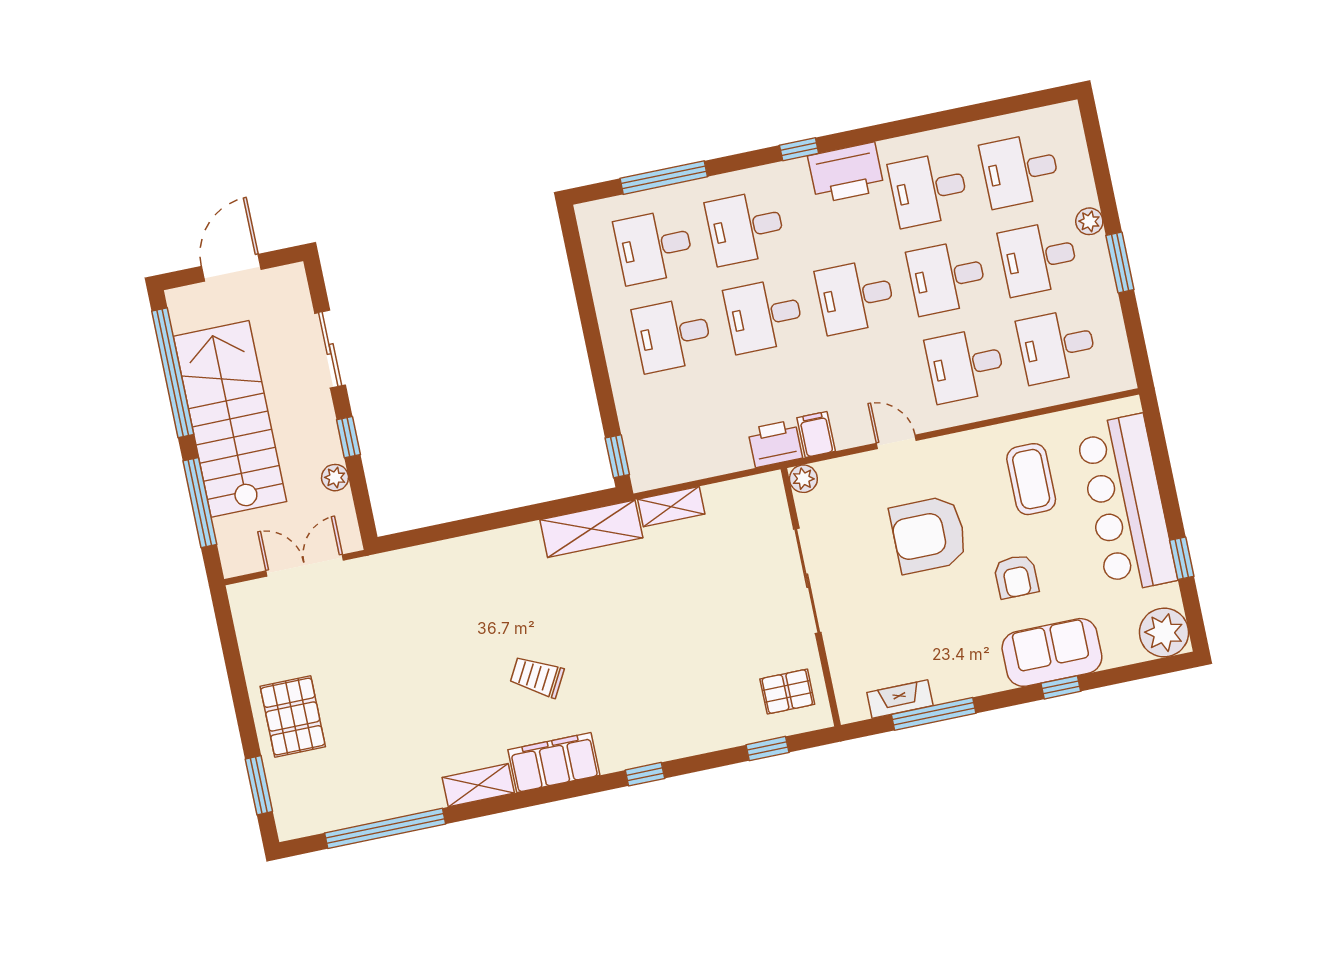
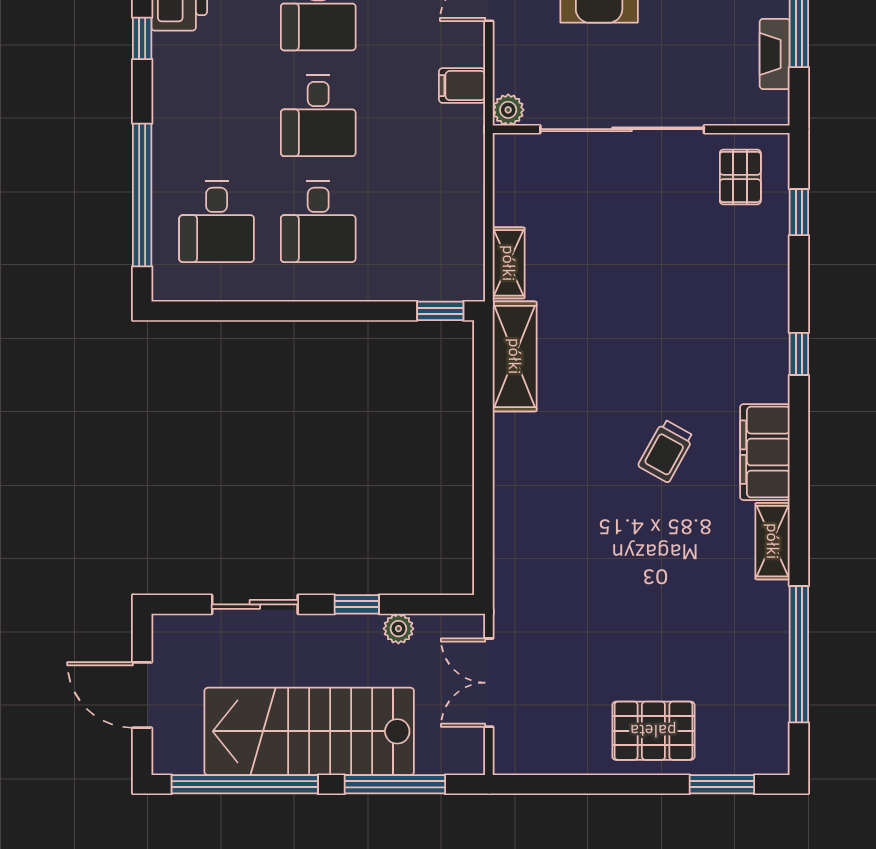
window: (664, 178) -> (142, 195), width x1.46
desk: (746, 228) -> (217, 116), removed
printer: (775, 444) -> (463, 133), removed
sliding door: (807, 581) -> (622, 129), width x1.36

